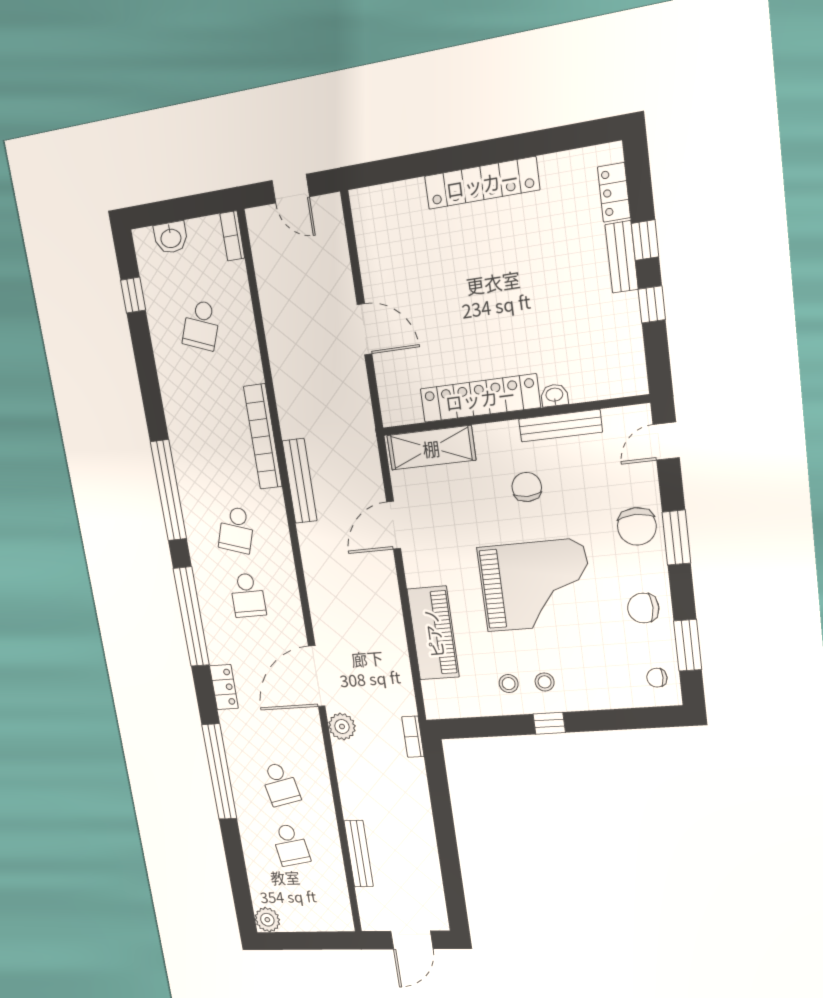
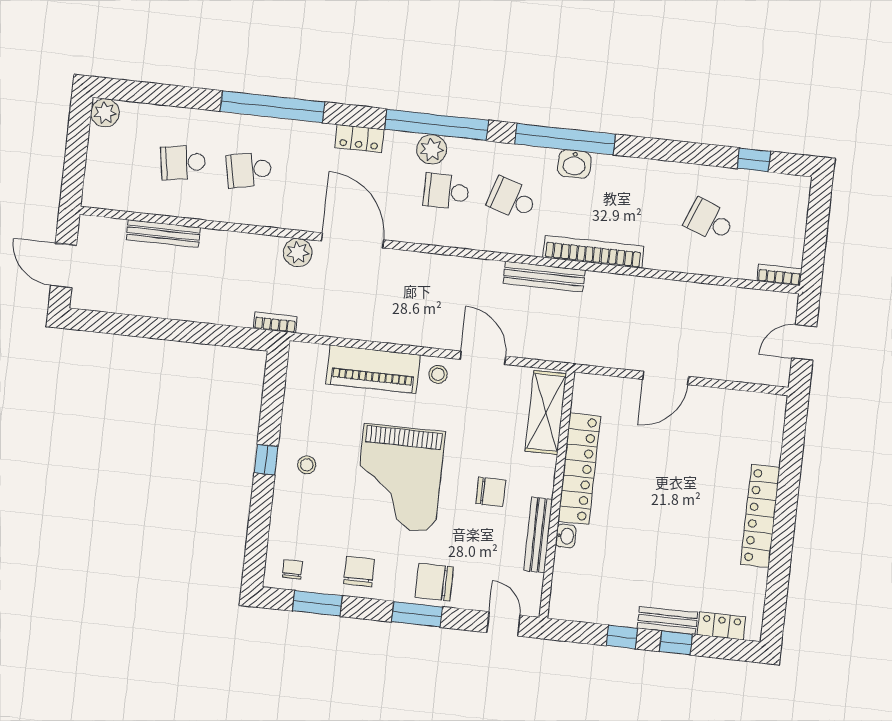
washbasin: (171, 238) -> (574, 164), moved, turned -90
plant: (214, 617) -> (432, 149), added
stool: (509, 684) -> (438, 374), moved

